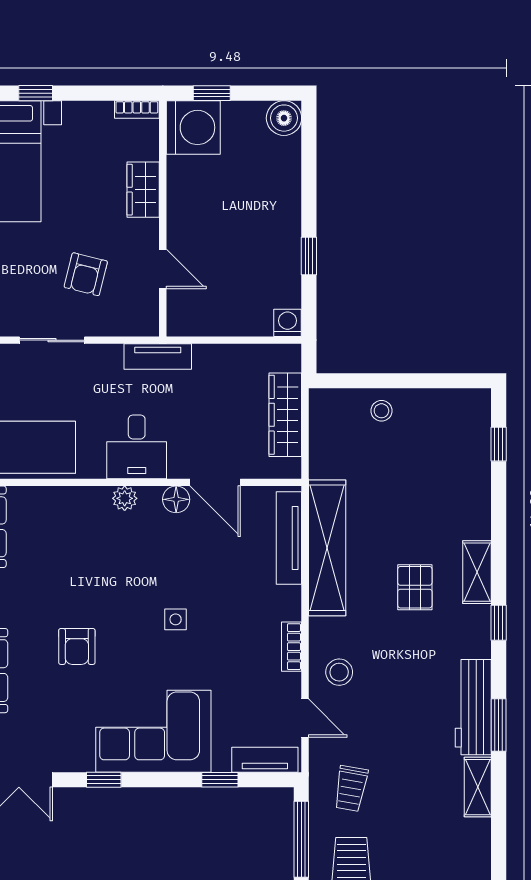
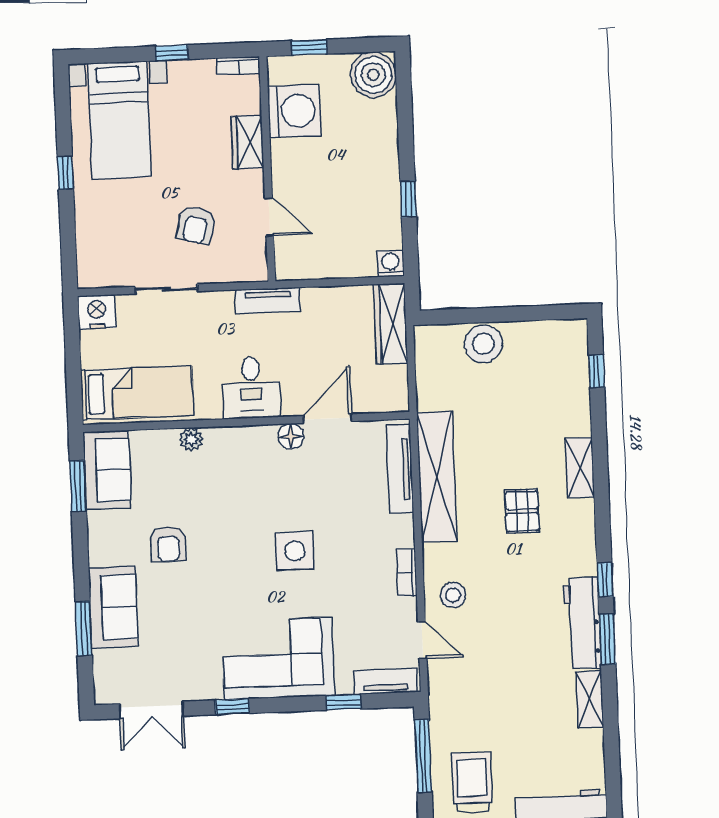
window: (36, 93) -> (172, 53), moved
boiler: (284, 118) -> (373, 75), width x1.37, depth x1.37
washing machine: (193, 127) -> (294, 111), moved
stool: (381, 411) -> (483, 344), width x1.89, depth x1.89
wardrobe: (285, 415) -> (391, 324), moved
door: (215, 482) -> (327, 419), swing flipped
plant: (125, 498) -> (191, 439), moved
shelving: (477, 572) -> (580, 468), moved
side table: (176, 619) -> (295, 551), width x1.87, depth x1.87
window: (499, 623) -> (605, 580), moved
armchair: (77, 646) -> (168, 544), moved
trolley: (351, 789) -> (469, 706), removed

